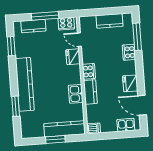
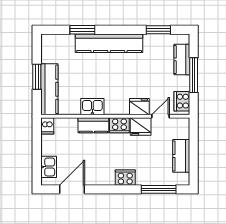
cooker: (129, 52) -> (125, 178), moved
fridge: (130, 83) -> (141, 127), moved, turned 180

